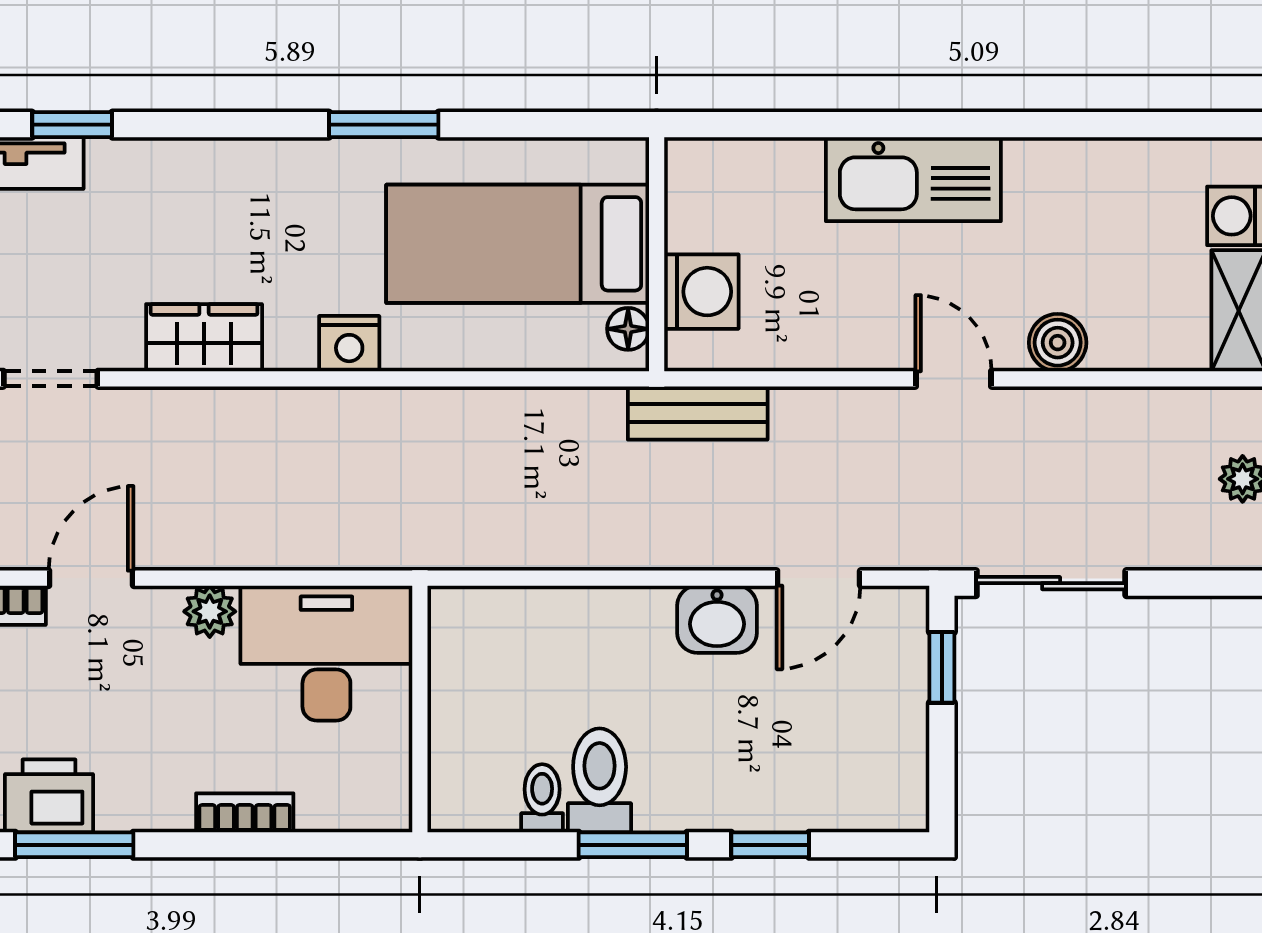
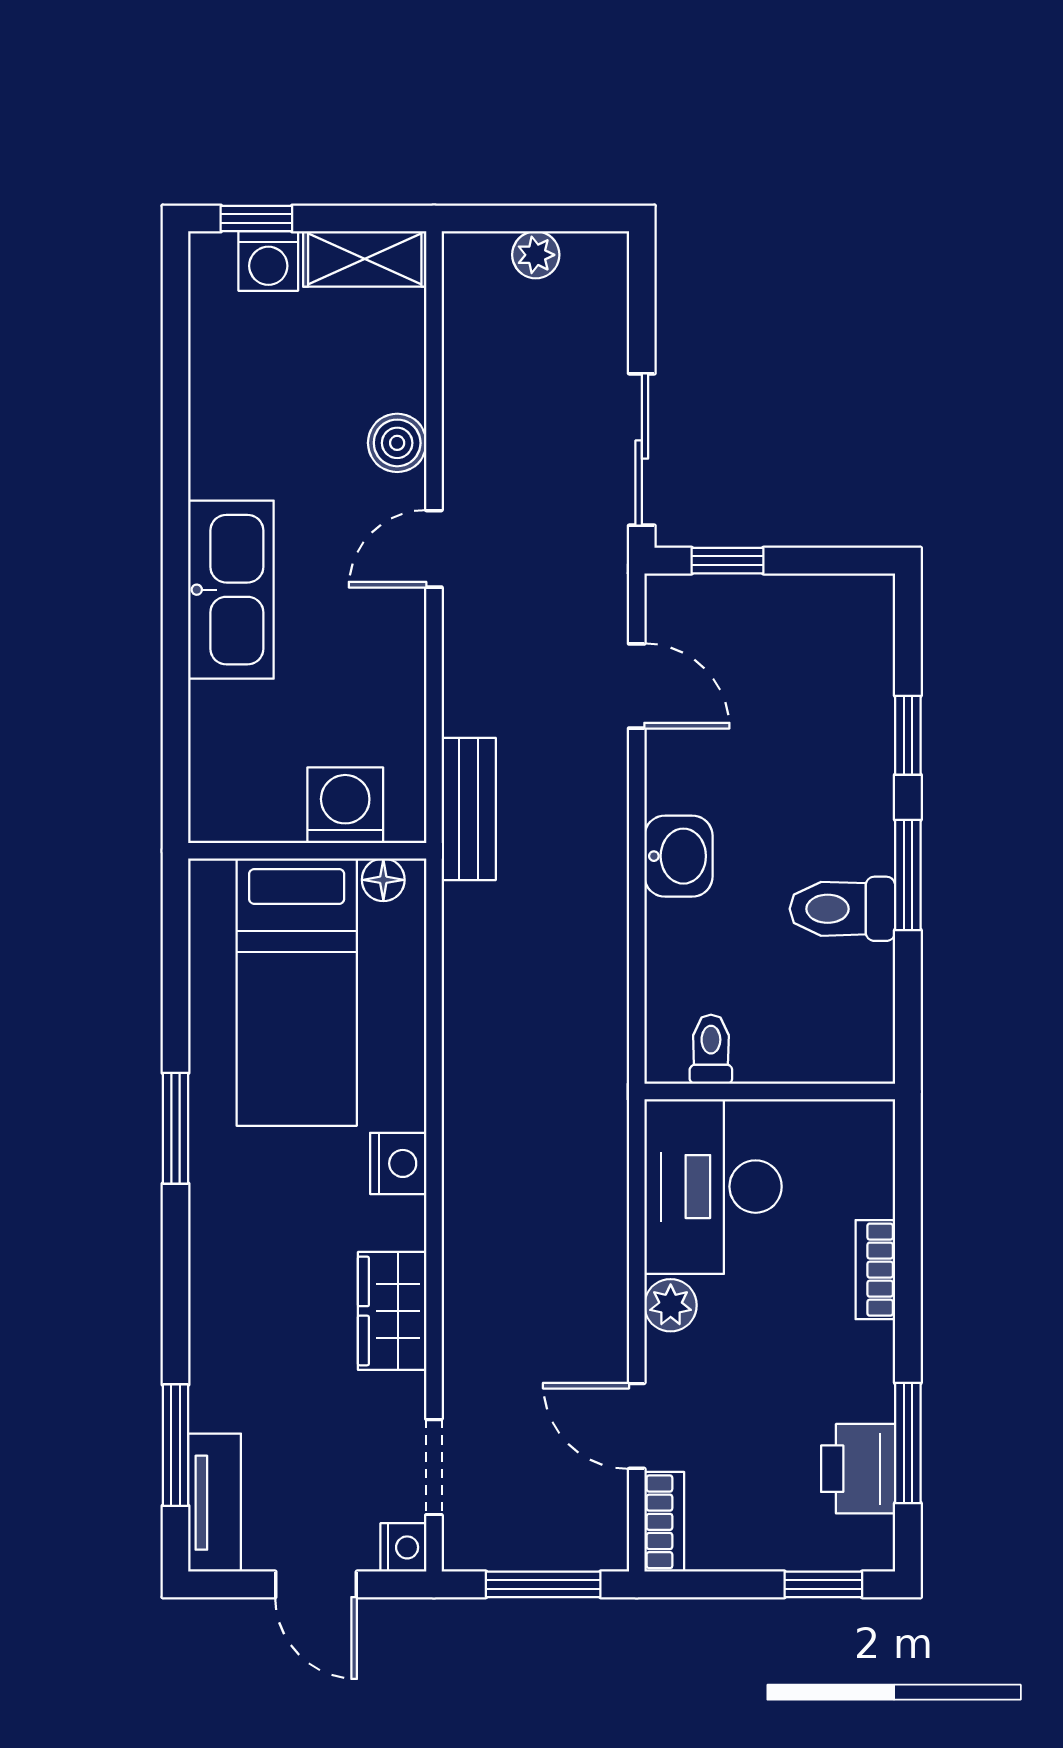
window: (72, 125) -> (175, 1445), width x1.50
washbasin: (717, 619) -> (679, 856), moved
toilet: (542, 798) -> (711, 1049), moved, turned 90

